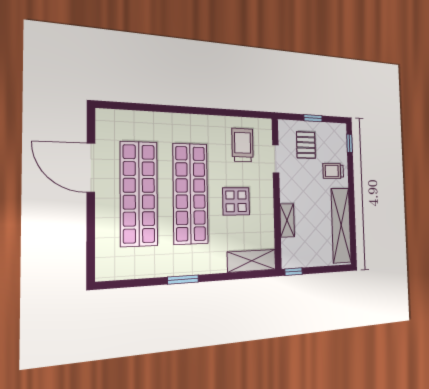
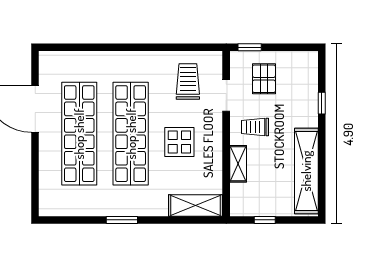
window: (313, 118) -> (250, 47), moved
window: (350, 143) -> (322, 103), moved
trolley: (333, 171) -> (255, 127), moved
window: (294, 272) -> (265, 220), moved

